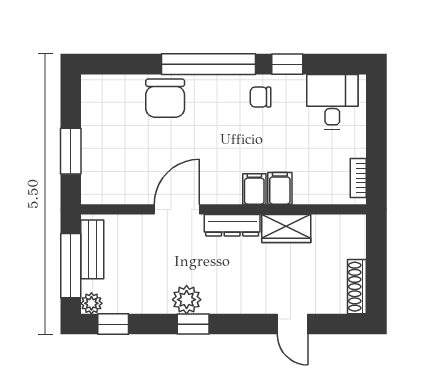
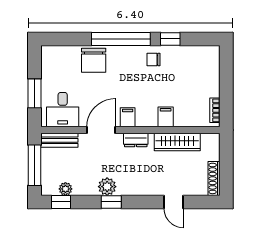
desk: (332, 102) -> (63, 110), moved, turned 180
filing cabinet: (254, 189) -> (128, 117), moved
dresser: (232, 225) -> (136, 140), width x0.70
wardrobe: (286, 229) -> (177, 142), width x1.50
bench: (92, 249) -> (59, 140), moved, turned 90
plant: (91, 303) -> (65, 189), moved

